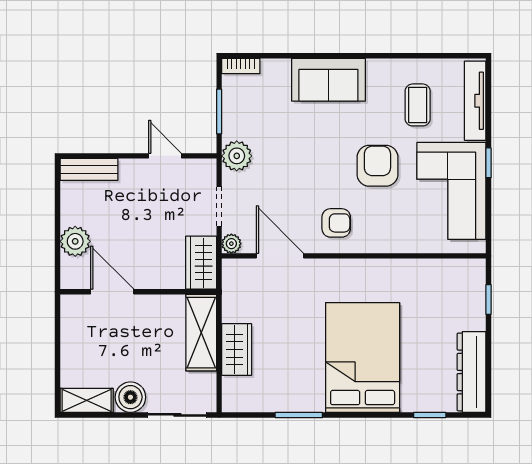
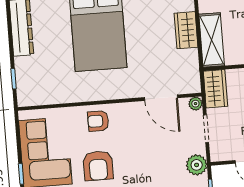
armchair: (336, 223) -> (98, 121), moved

